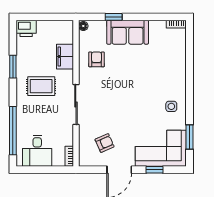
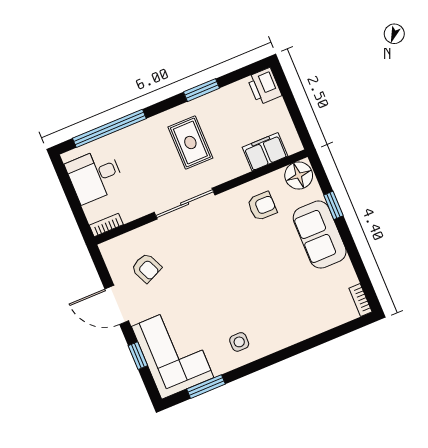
floor lamp: (83, 26) -> (299, 176), width x1.89, depth x1.89
filing cabinet: (65, 57) -> (265, 152), moved

